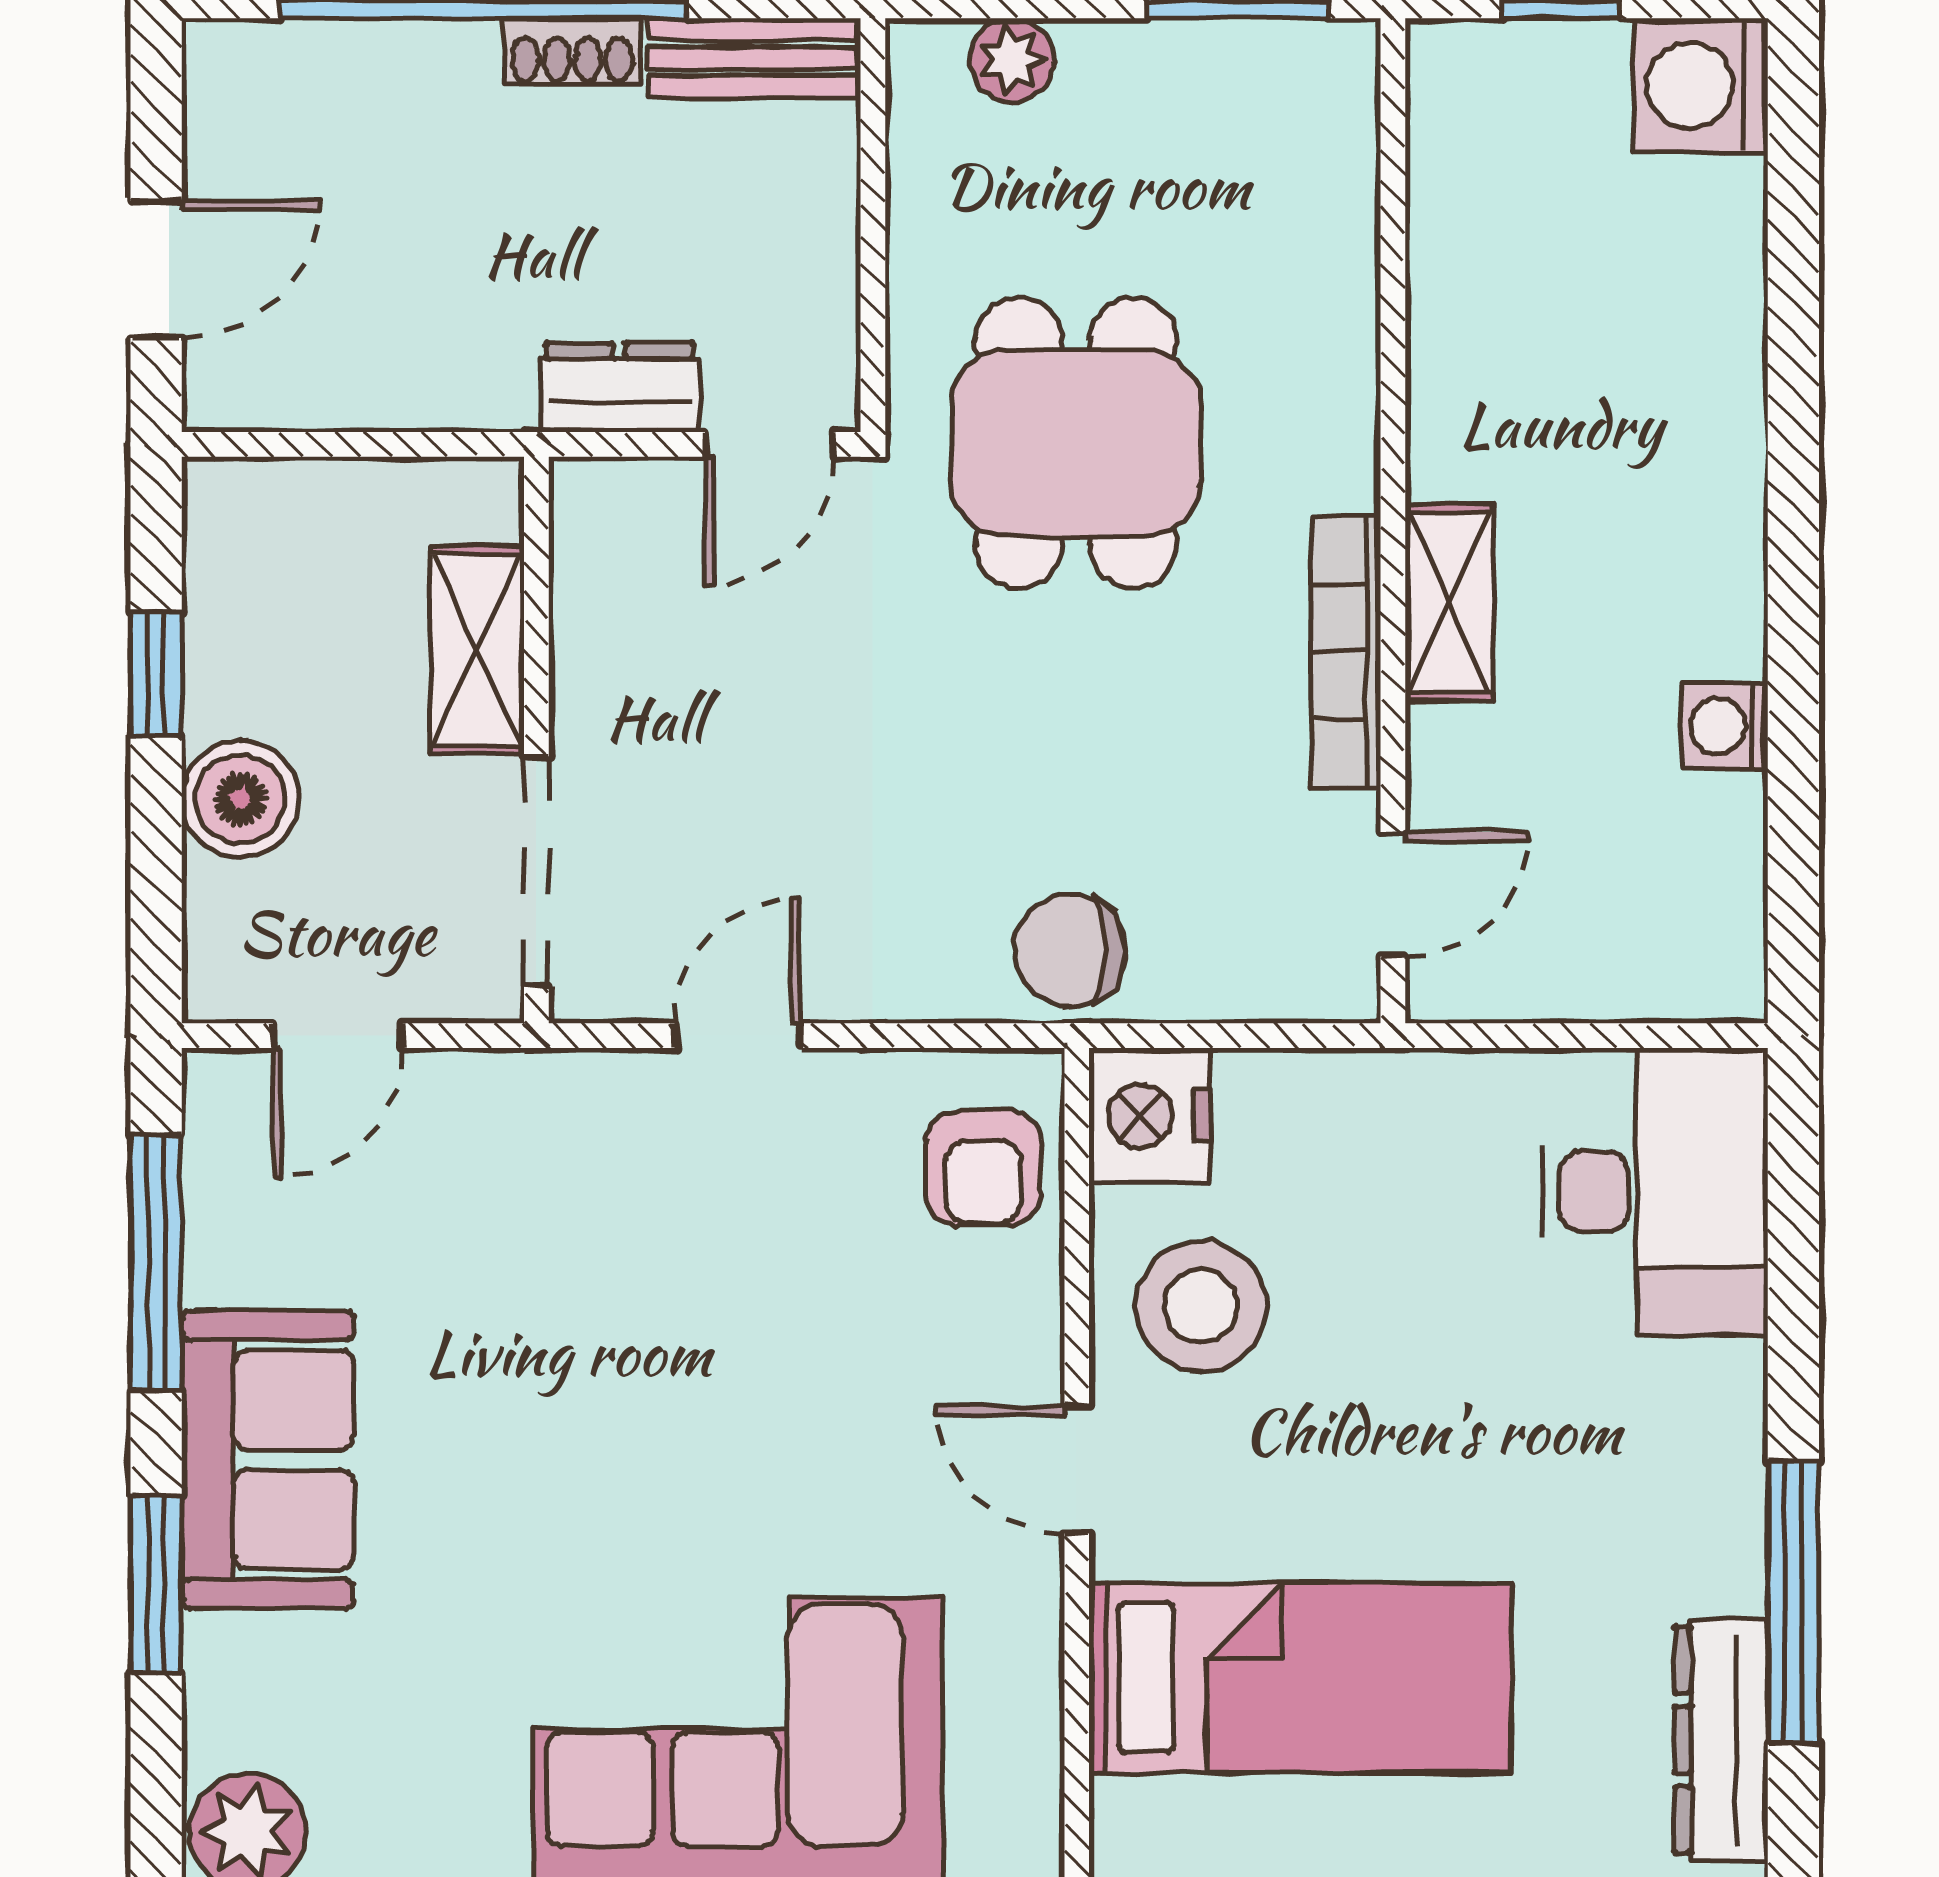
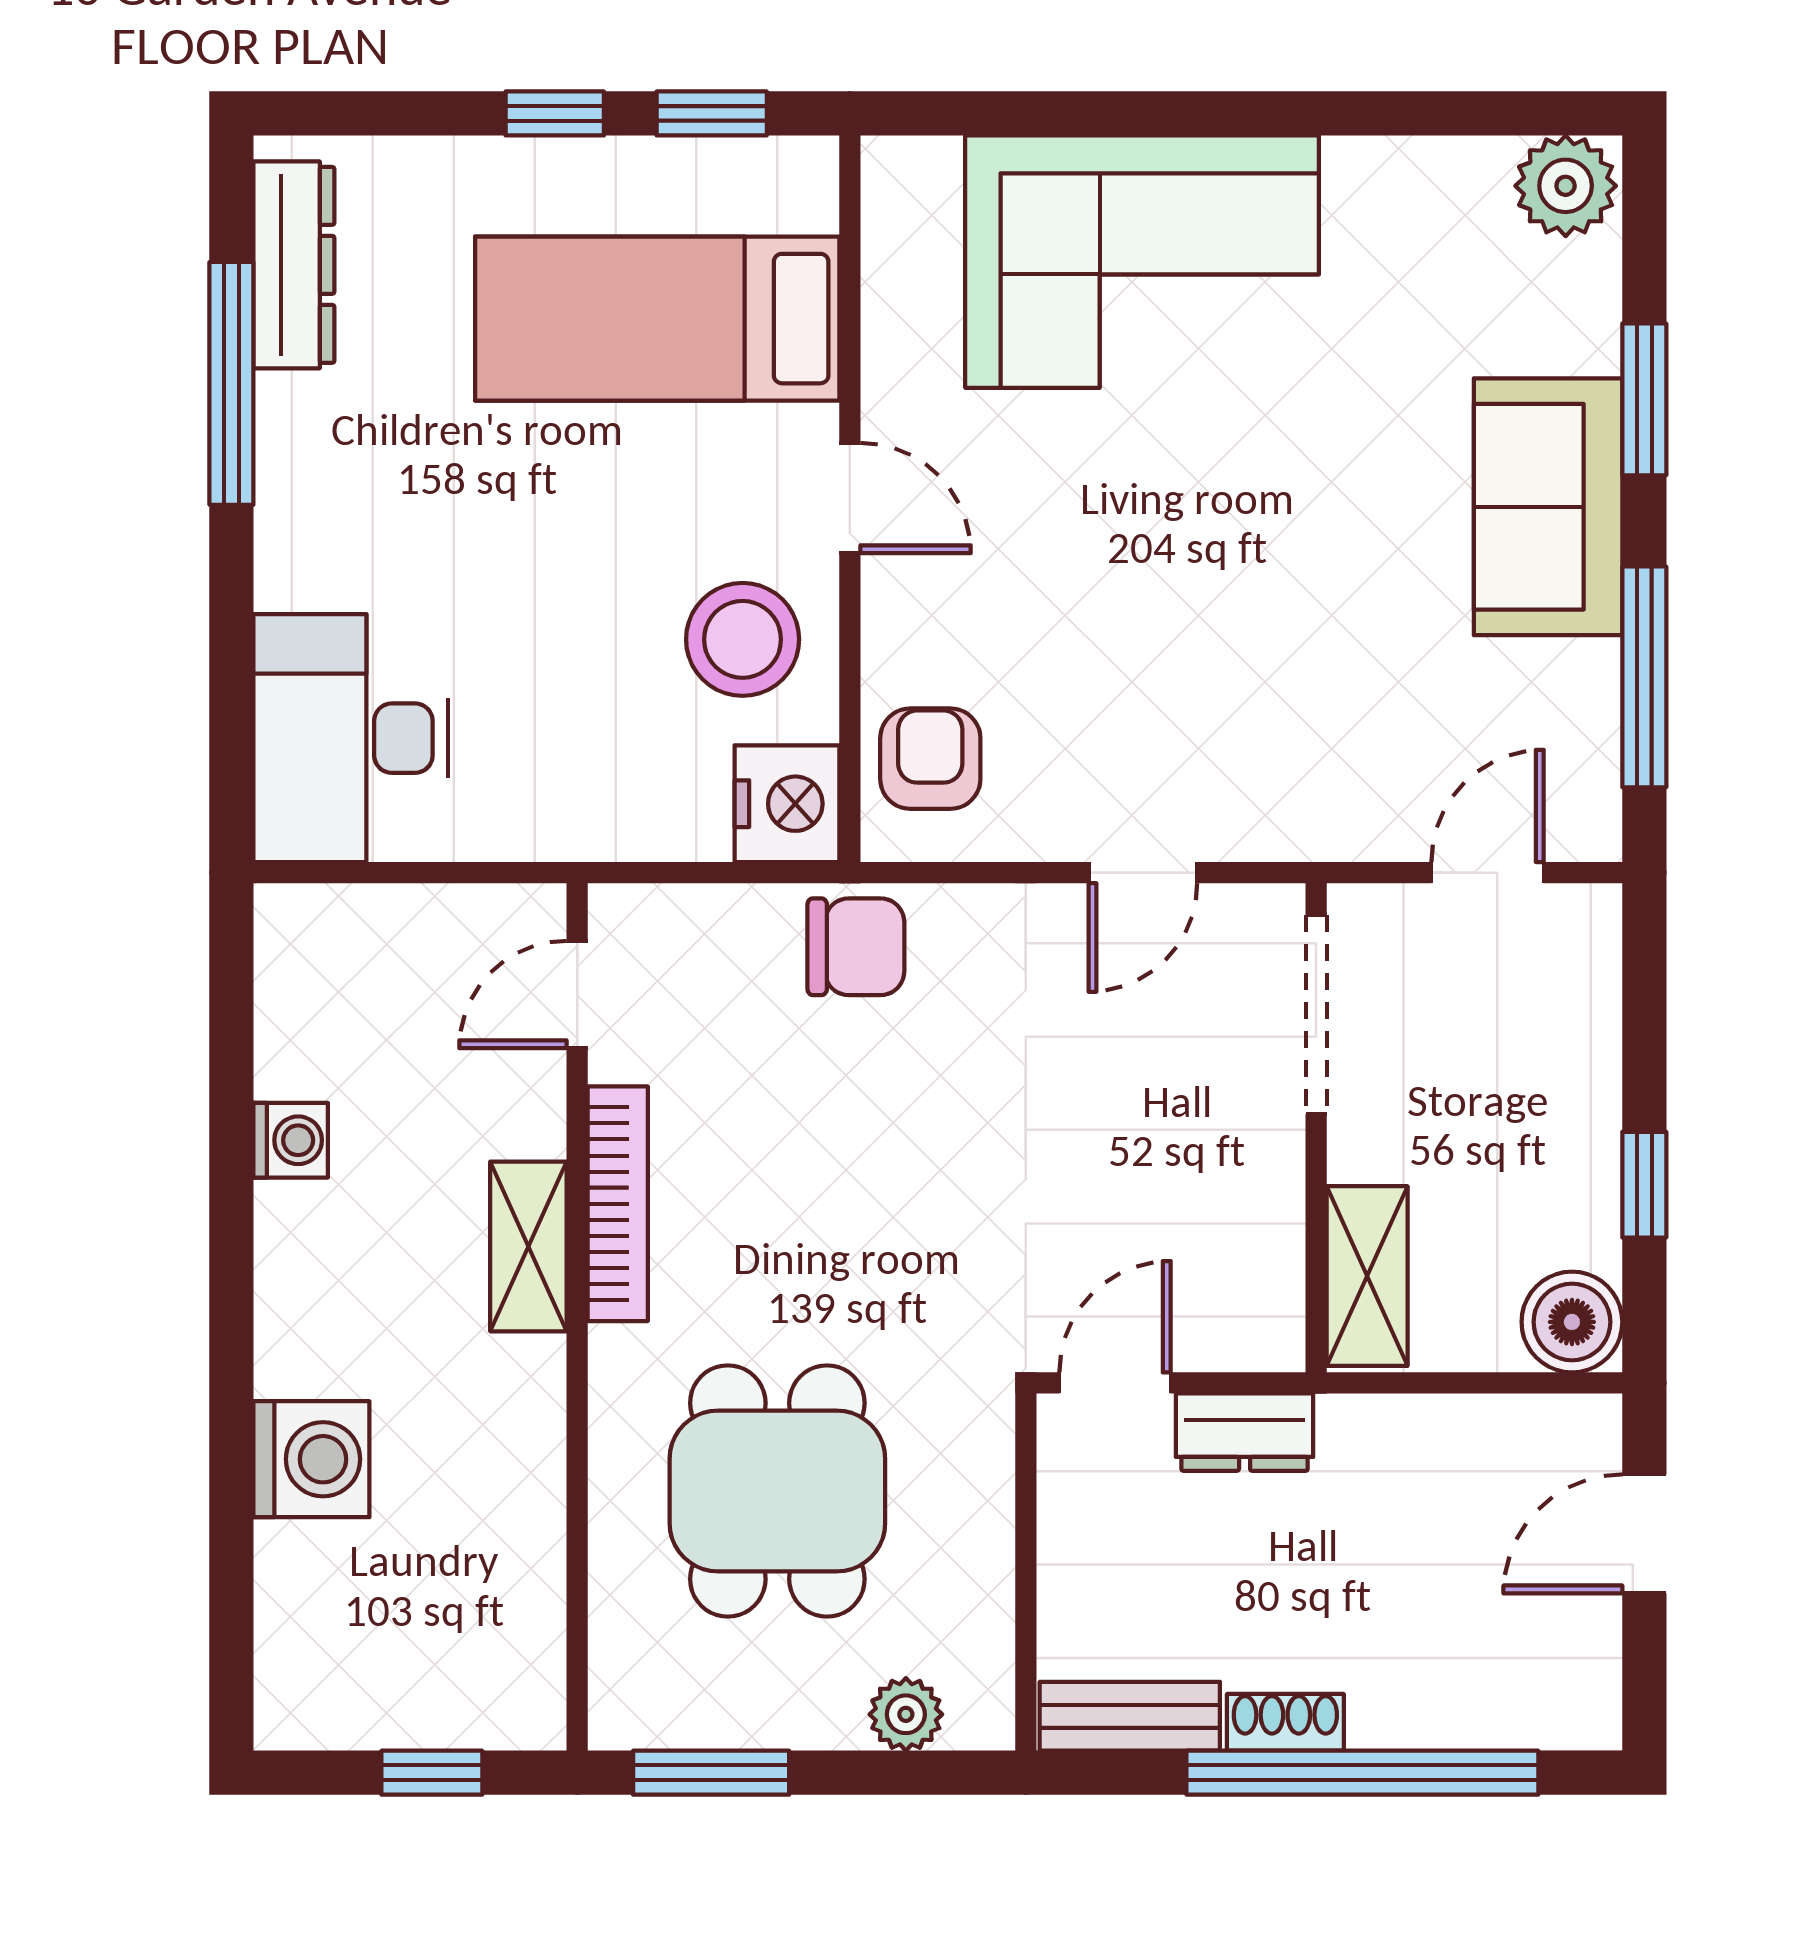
washing machine: (1701, 85) -> (311, 1459), moved
dining table: (1076, 443) -> (777, 1491), moved
shelving: (477, 650) -> (1367, 1276), moved
boiler: (240, 799) -> (1572, 1322), moved

